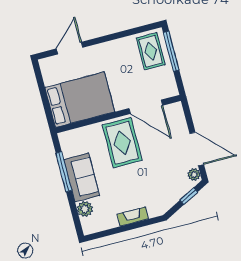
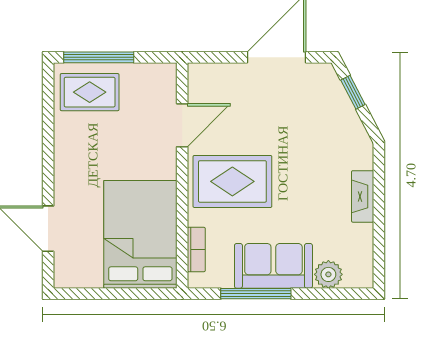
door: (146, 107) -> (182, 125), width x0.73
bookcase: (80, 133) -> (196, 249), added
plant: (194, 174) -> (318, 74), removed

